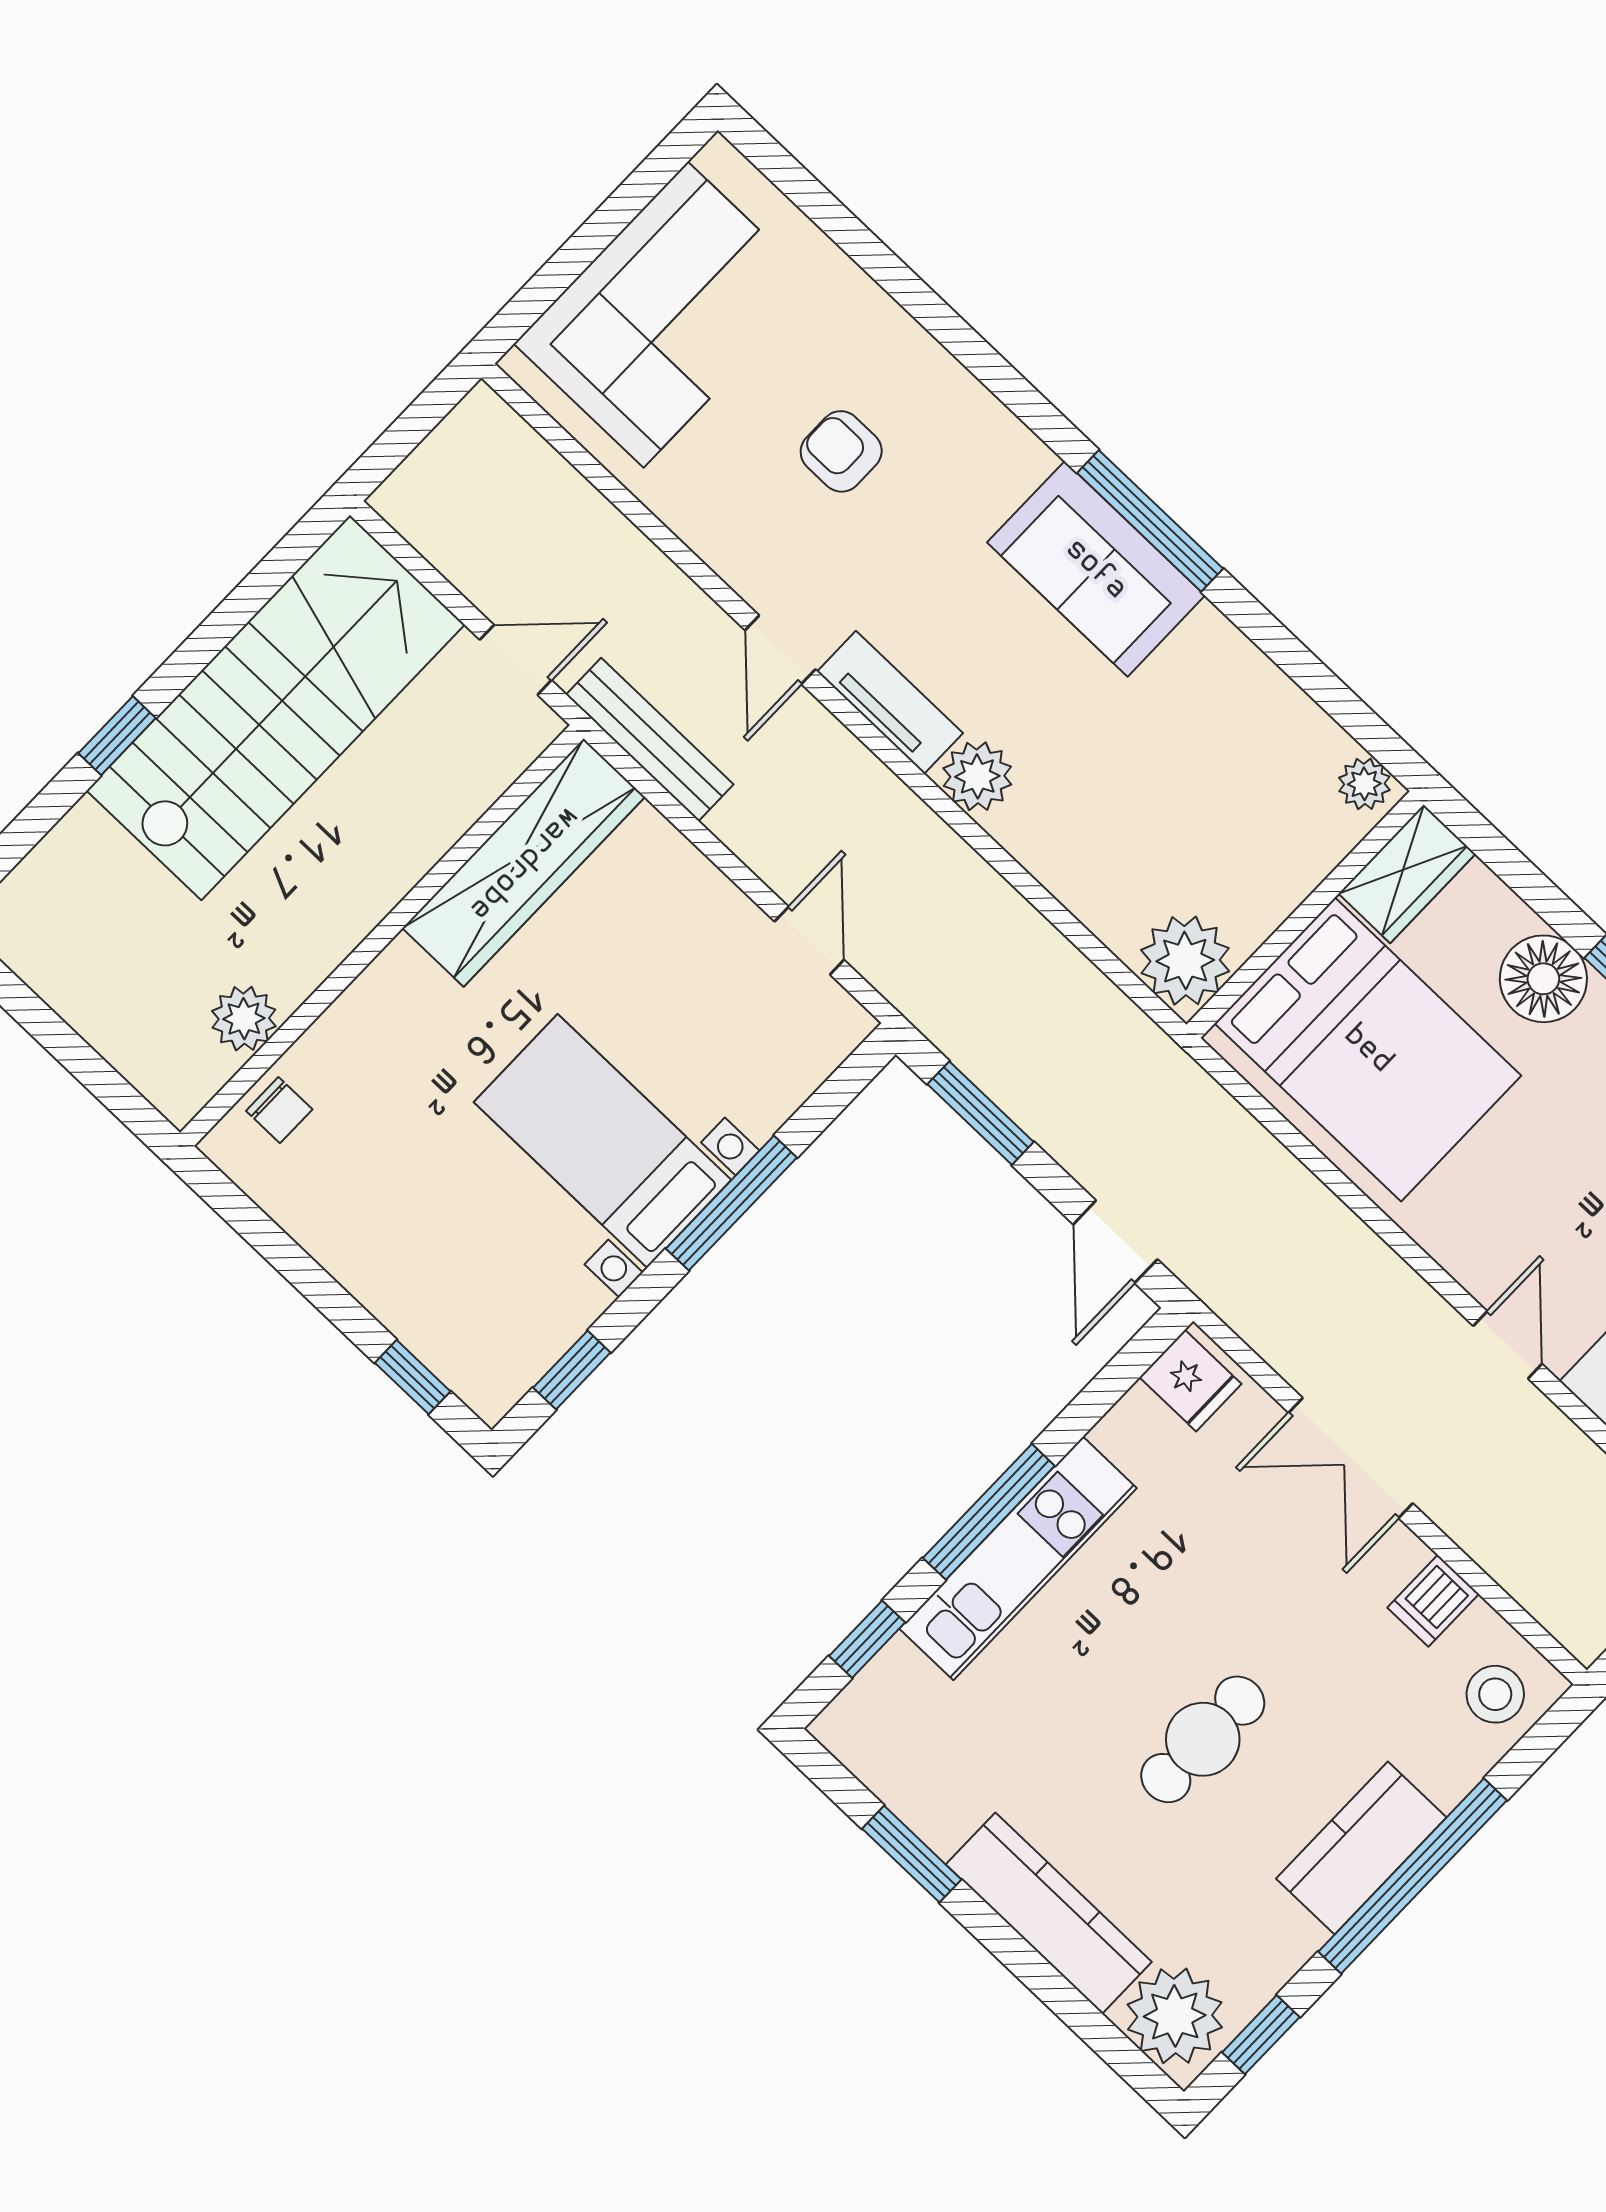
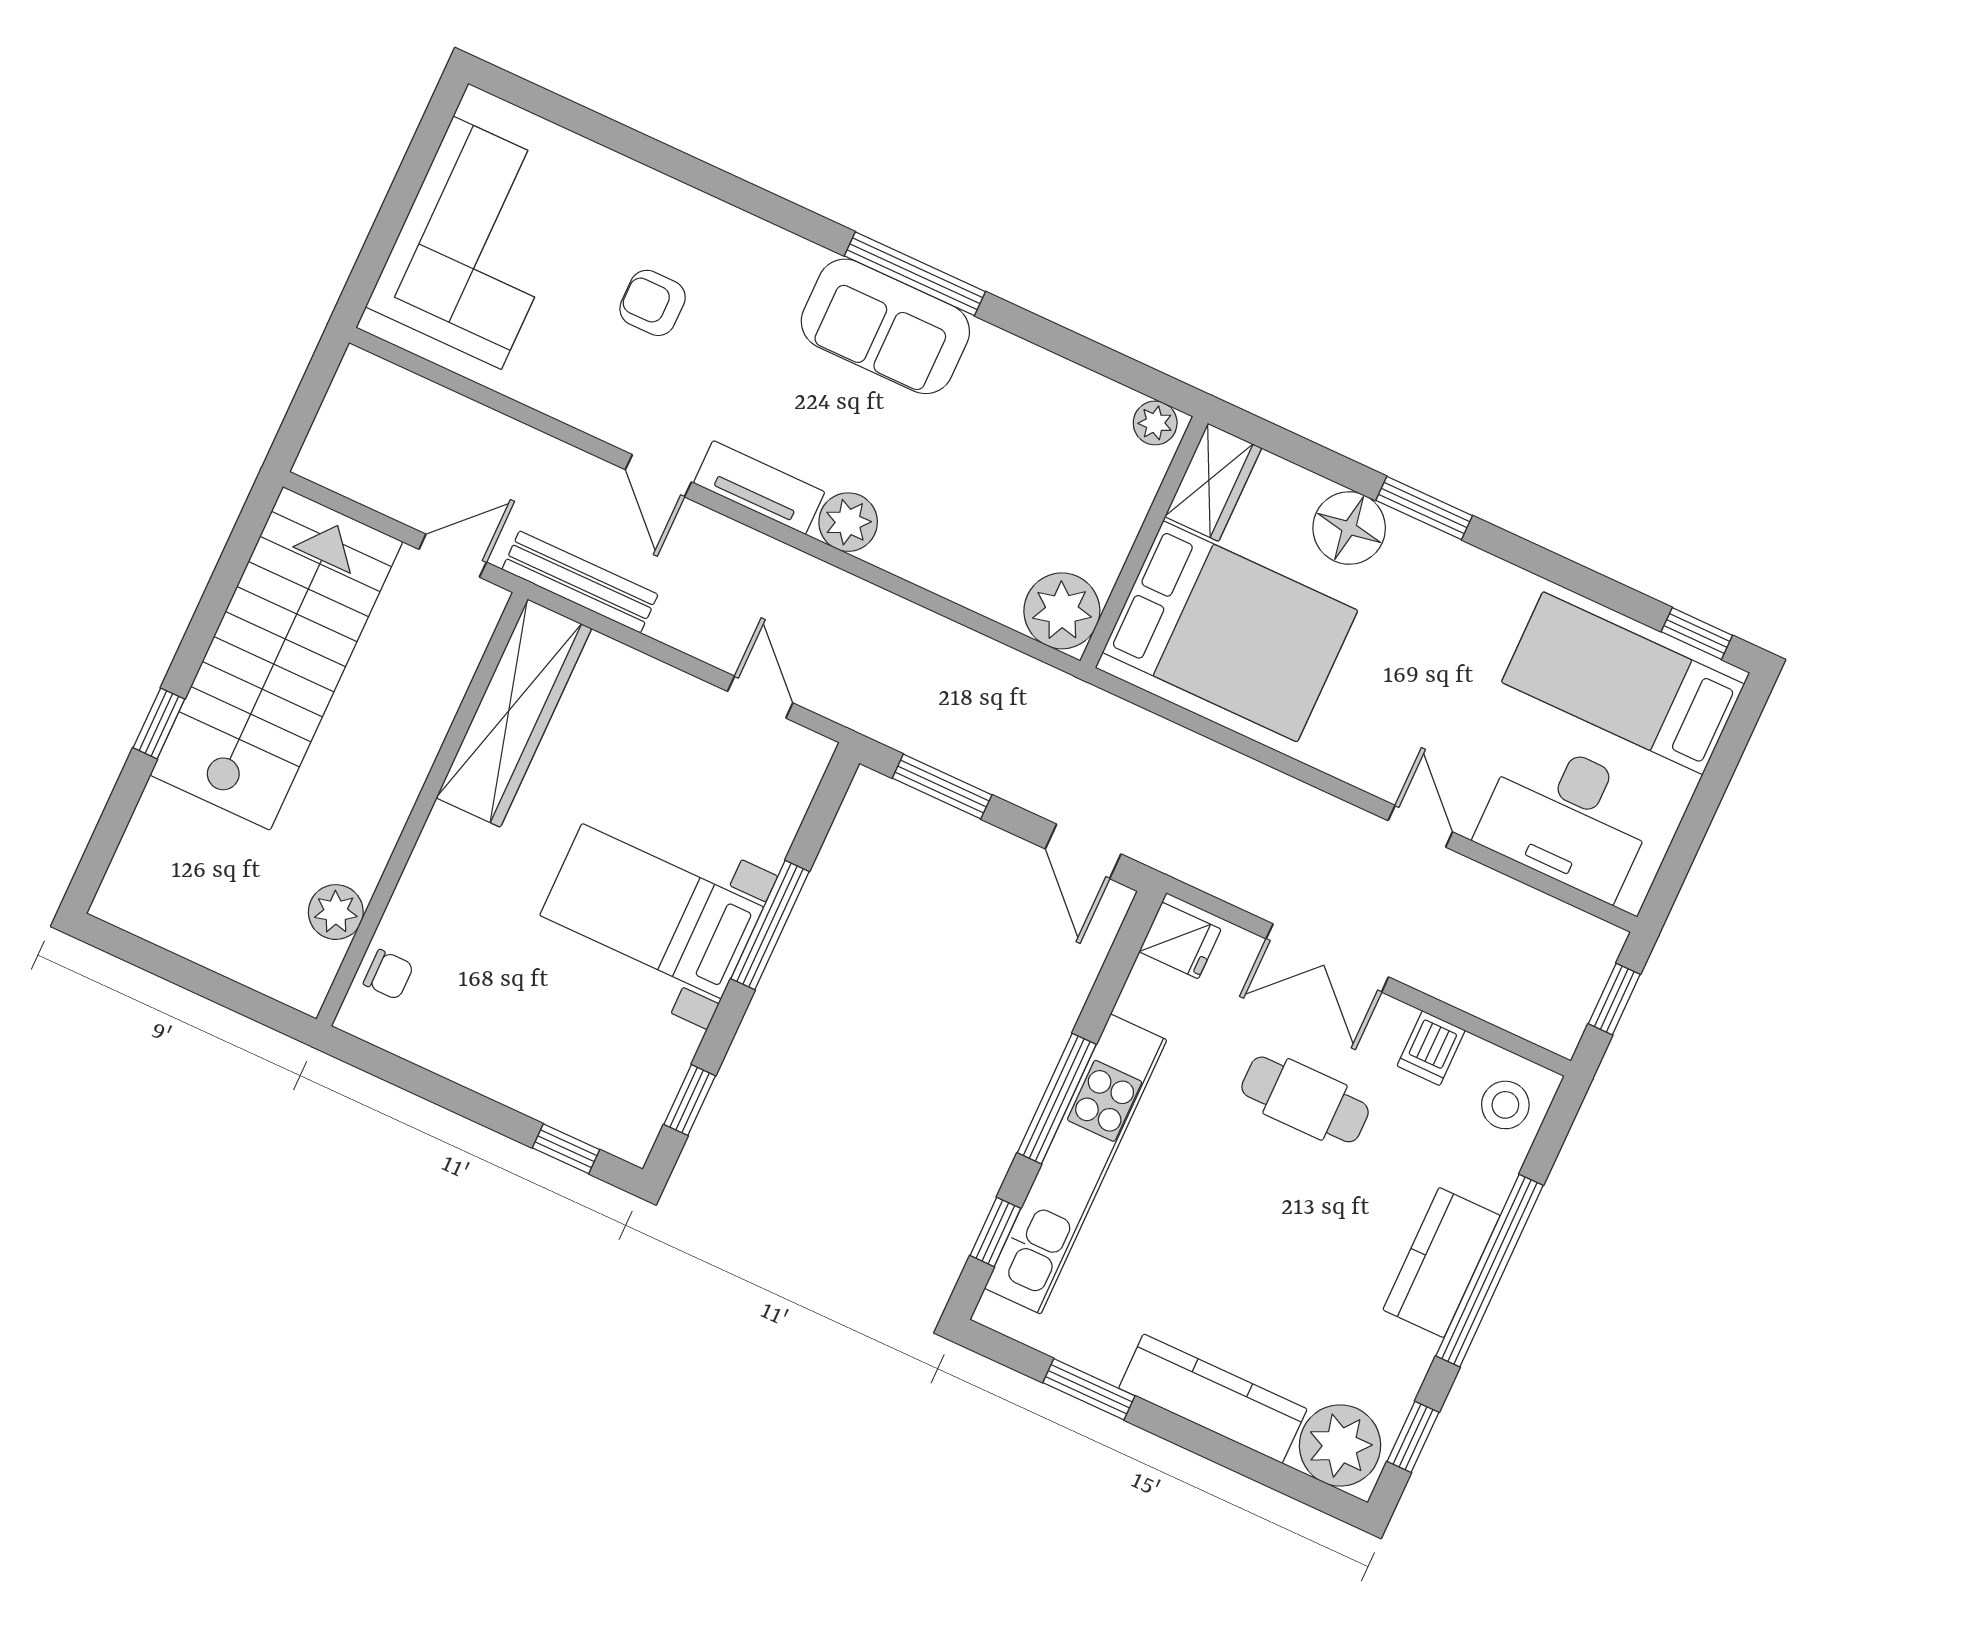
kitchen unit: (1018, 1558) -> (1076, 1164), width x1.36
cafe table: (1203, 1739) -> (1305, 1099), moved, turned 90

